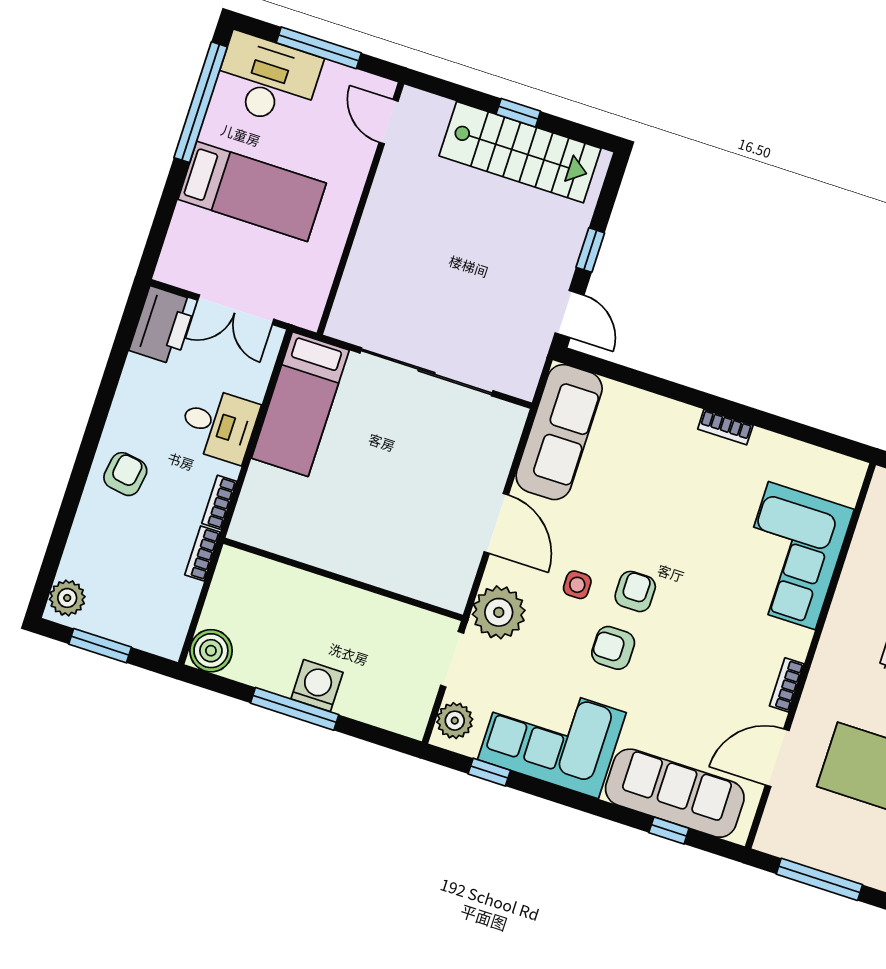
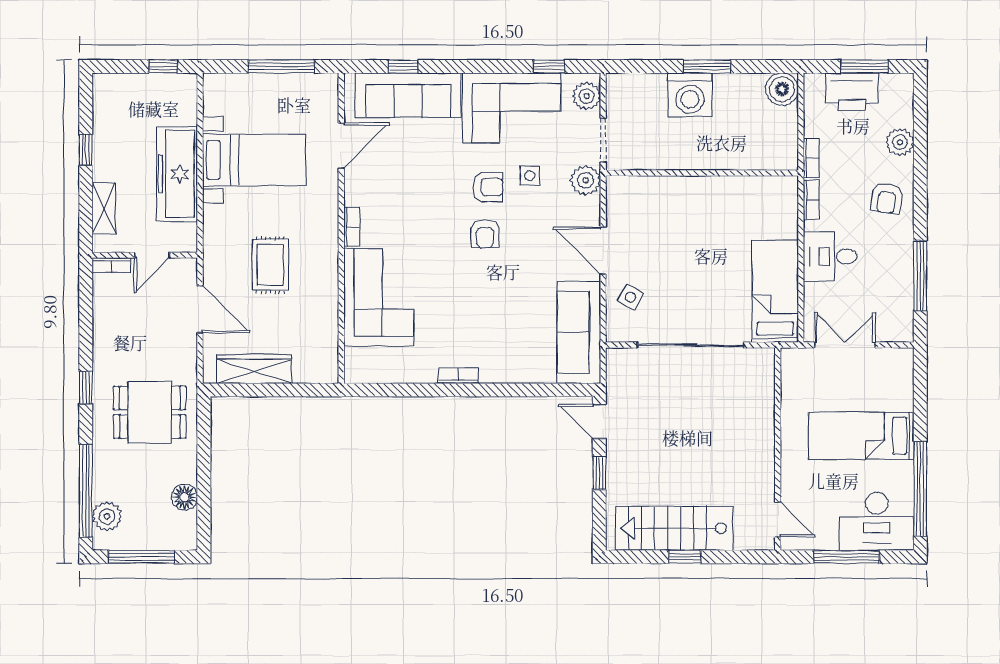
printer: (163, 326) -> (852, 92), moved, turned -90
window: (115, 365) -> (920, 276), added
side table: (481, 455) -> (630, 297), added
side table: (577, 585) -> (530, 176), moved
plant: (67, 598) -> (900, 142), moved
plant: (499, 612) -> (586, 180), width x0.73, depth x0.73
bookcase: (787, 685) -> (352, 227), moved
washing machine: (317, 686) -> (690, 95), width x1.37, depth x1.37
window: (295, 709) -> (707, 66), width x0.69

